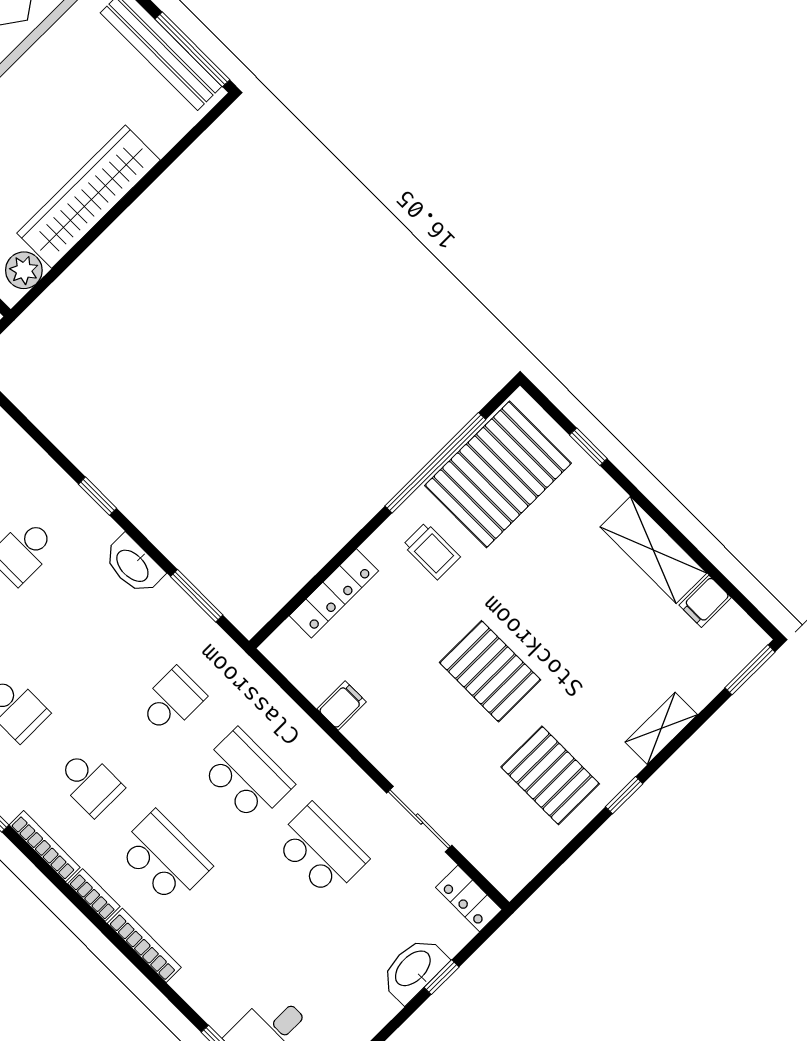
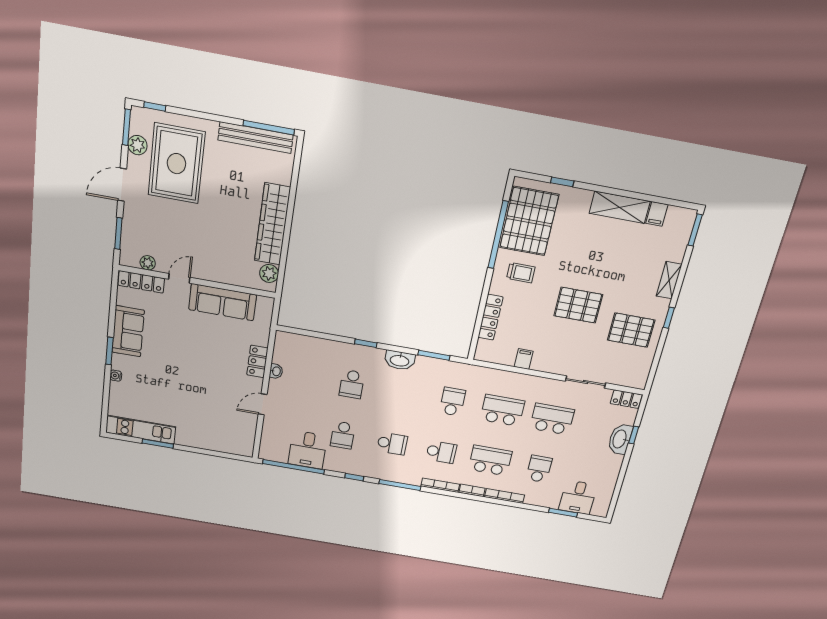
school desk: (238, 932) -> (539, 469), added

